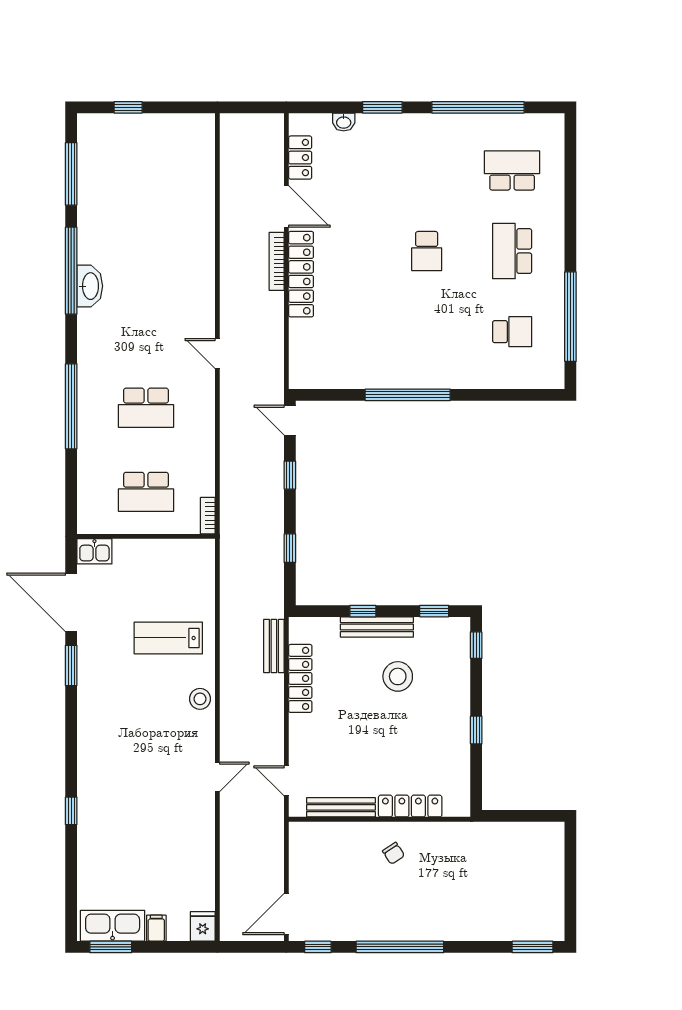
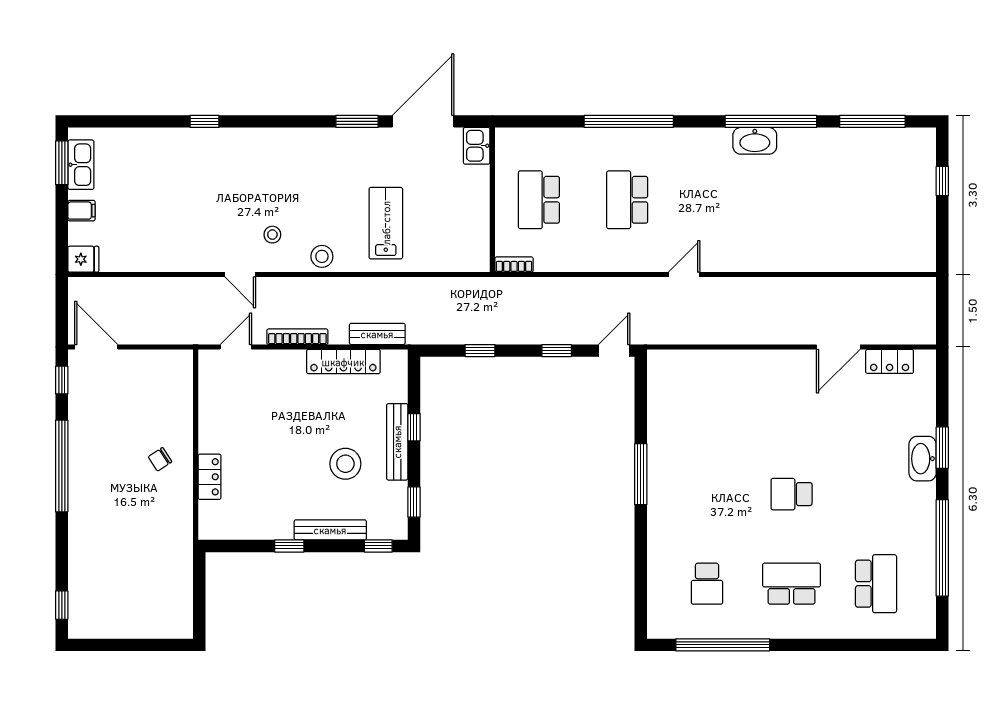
washbasin: (344, 122) -> (923, 459), moved, width x1.91, depth x1.45
bookcase: (277, 261) -> (297, 337), moved
locker: (301, 274) -> (767, 362), removed
window: (408, 395) -> (641, 474), width x0.68
stool: (179, 746) -> (272, 235), added
locker: (410, 806) -> (210, 477), width x0.66
bench: (341, 807) -> (330, 530), moved, turned 90
kitchen sink: (113, 926) -> (81, 165), width x0.73, depth x0.81
window: (533, 947) -> (62, 605), width x0.67

